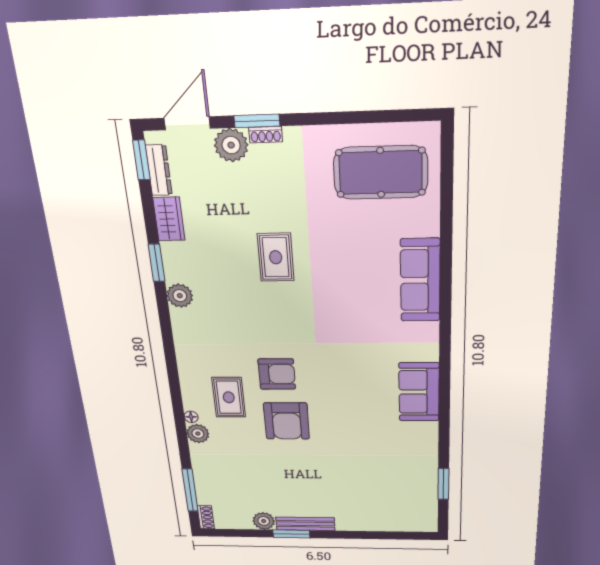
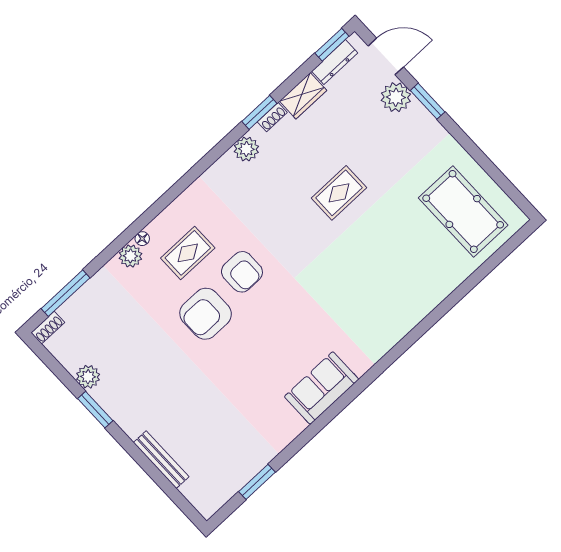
shoe rack: (266, 135) -> (272, 117), moved, turned -90
sofa: (420, 280) -> (411, 307), removed
bench: (305, 524) -> (161, 460), moved

